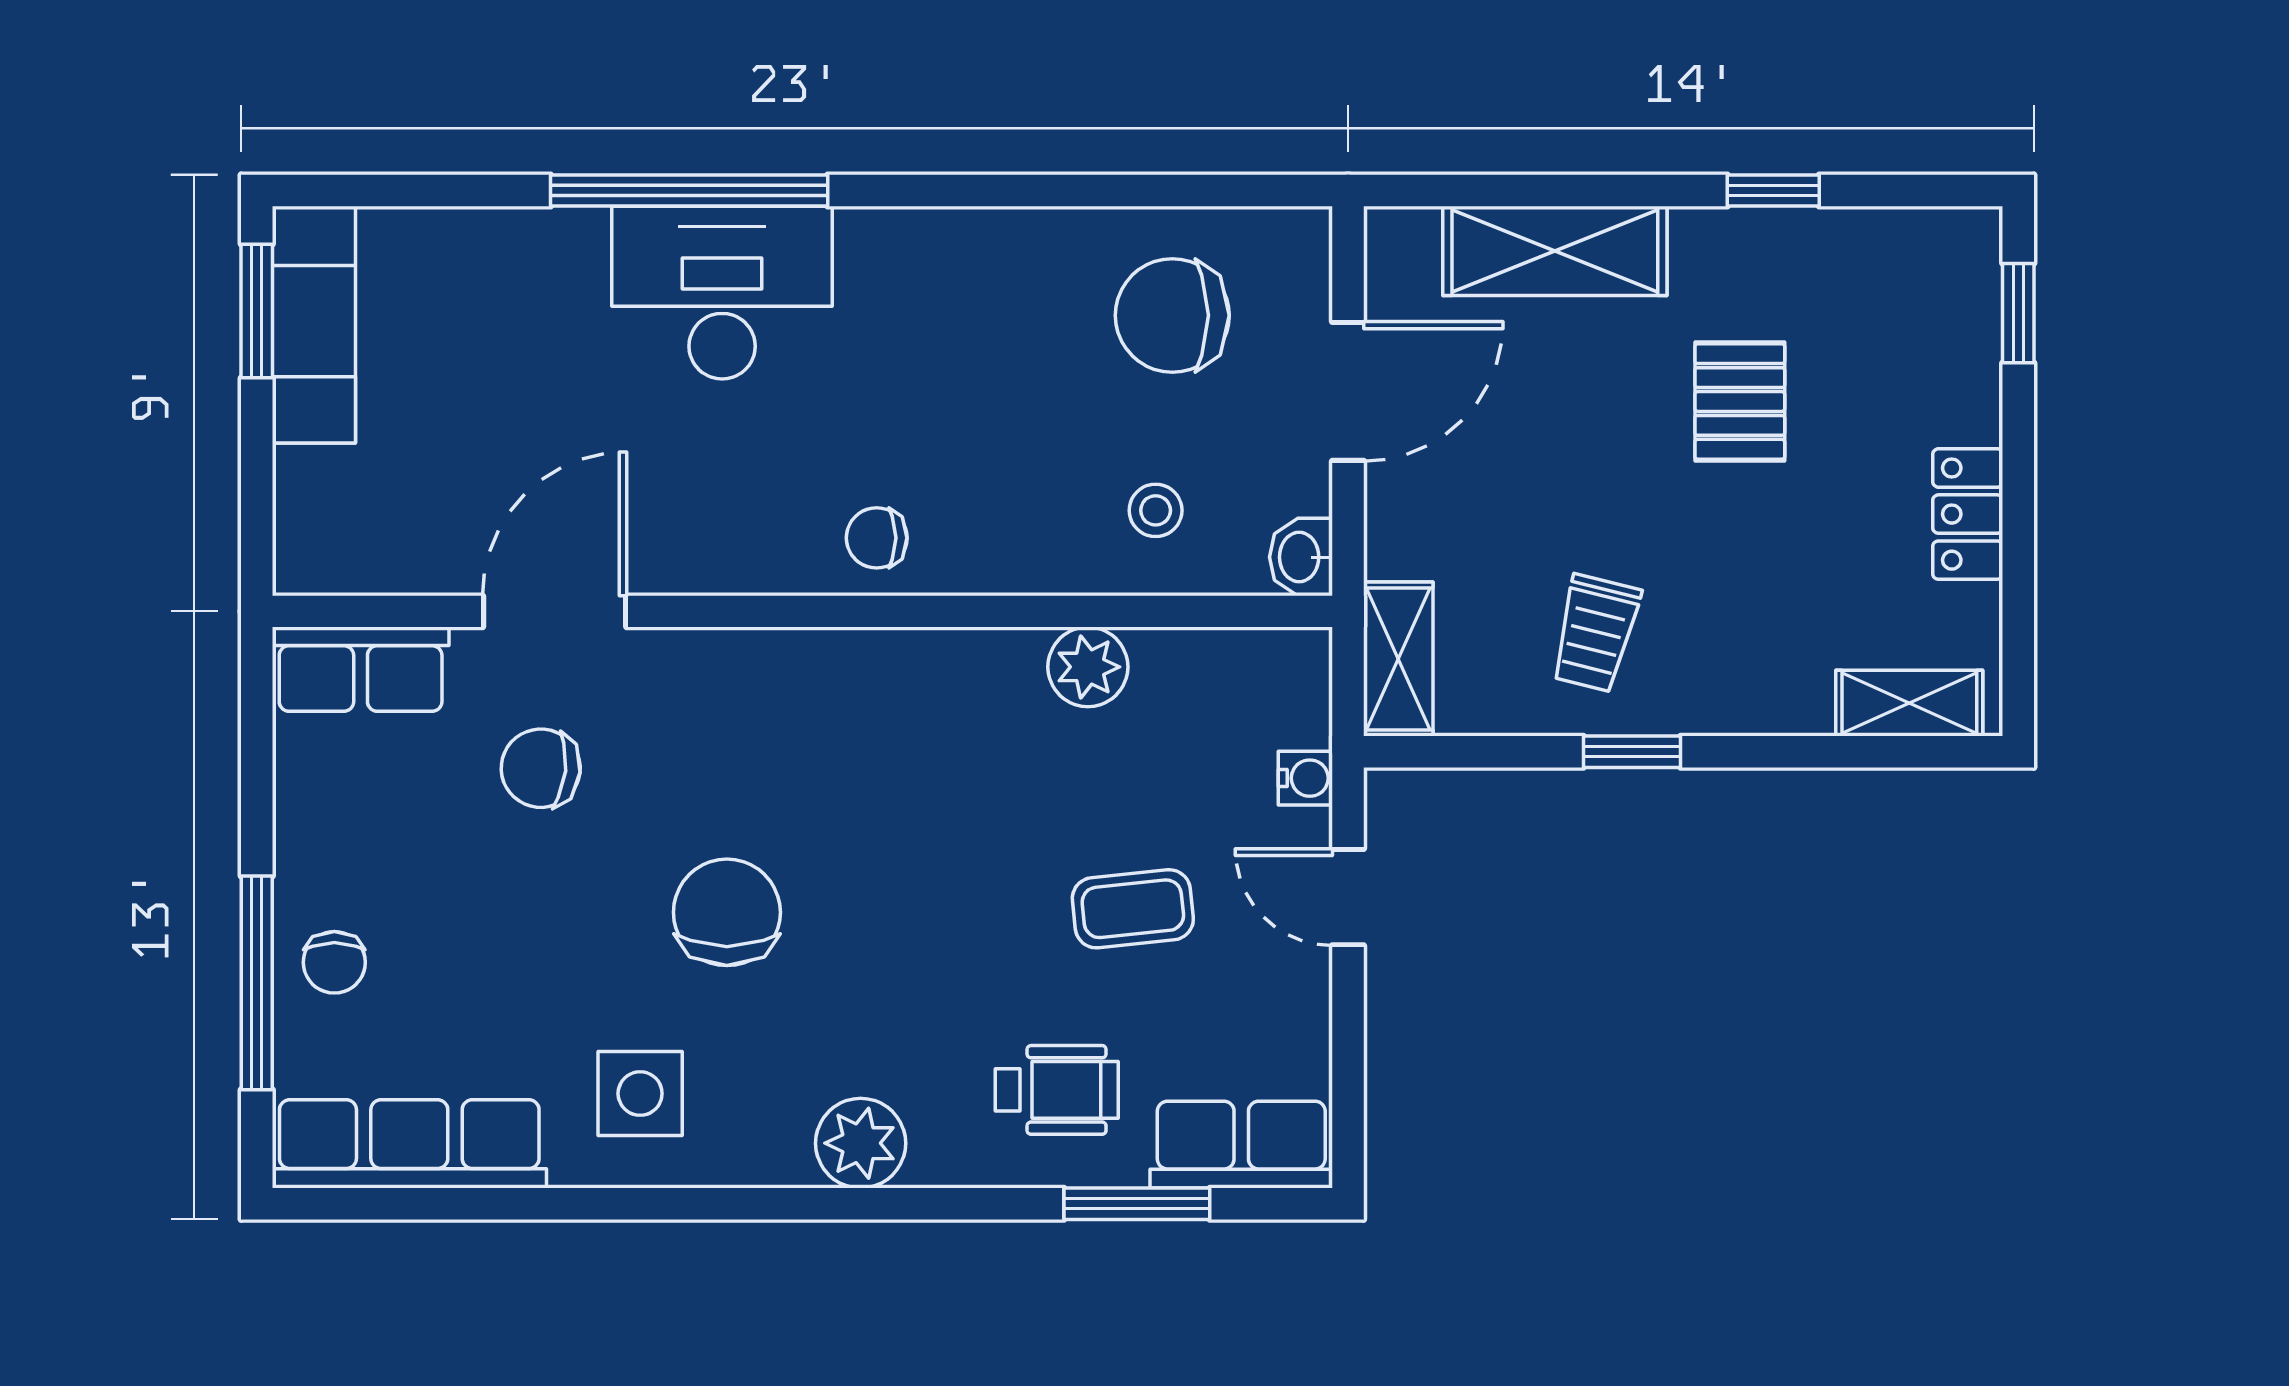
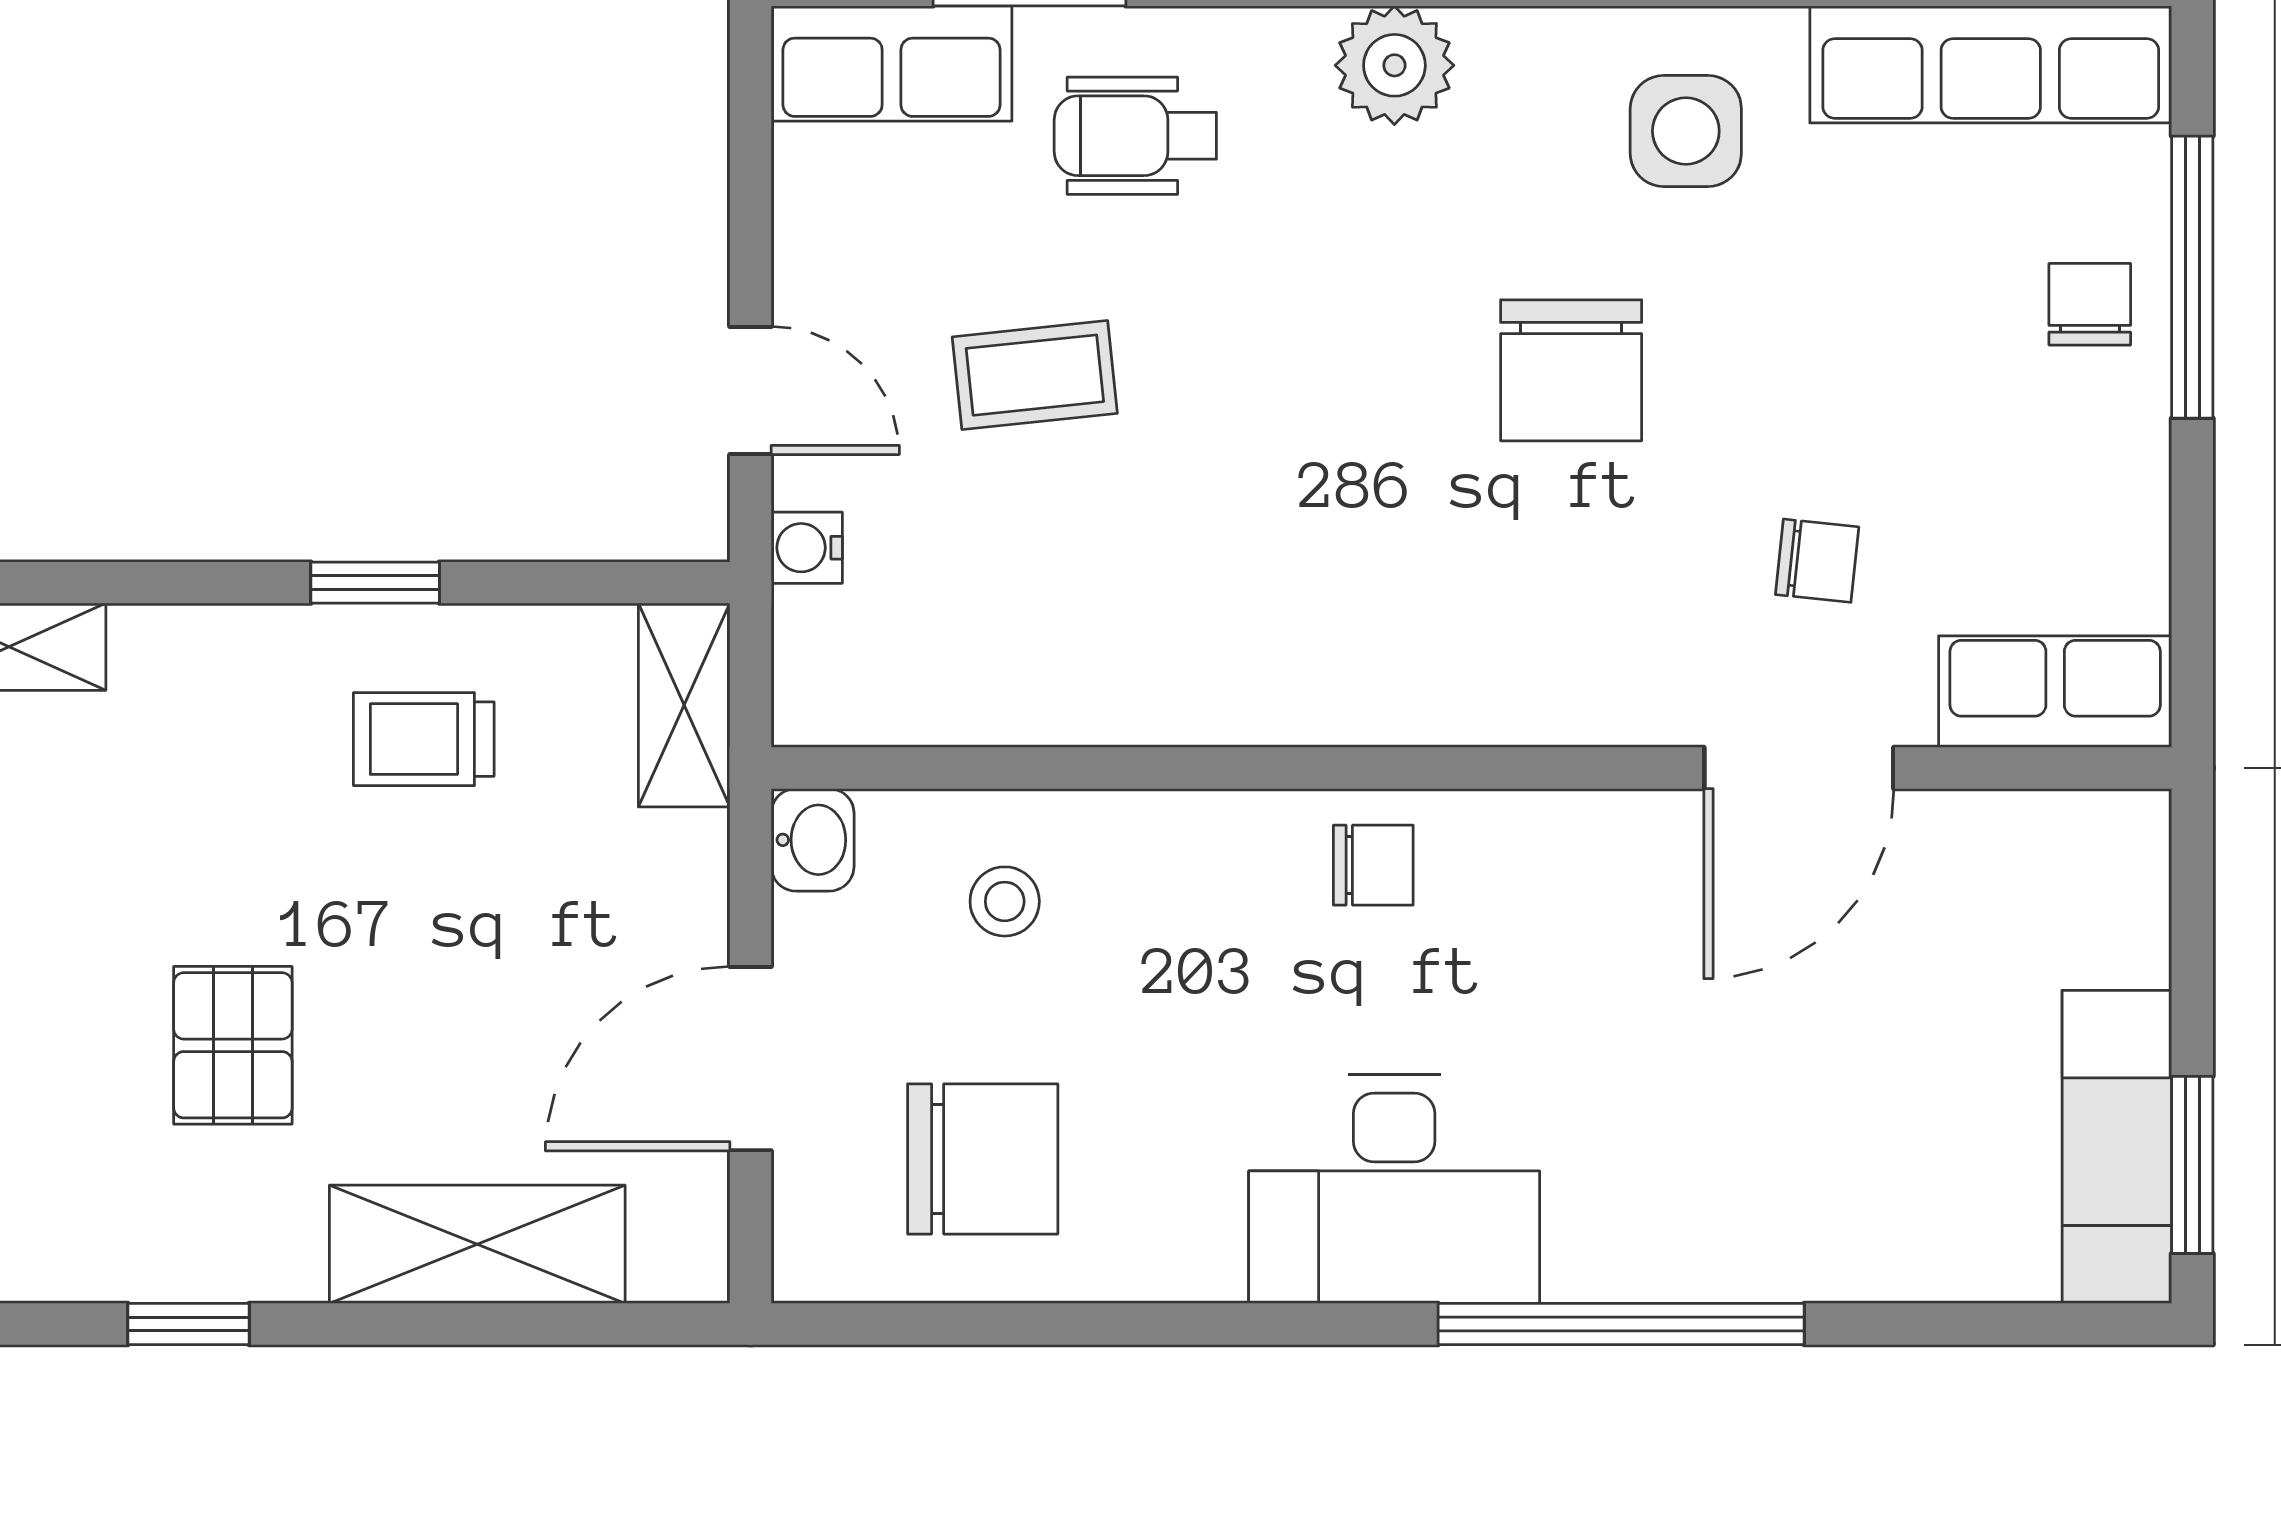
desk: (722, 293) -> (1394, 1189), moved
trolley: (1595, 633) -> (424, 739), turned -104
plant: (1088, 667) -> (1094, 695), removed
chair: (541, 768) -> (1817, 561), width x0.73, depth x0.73

